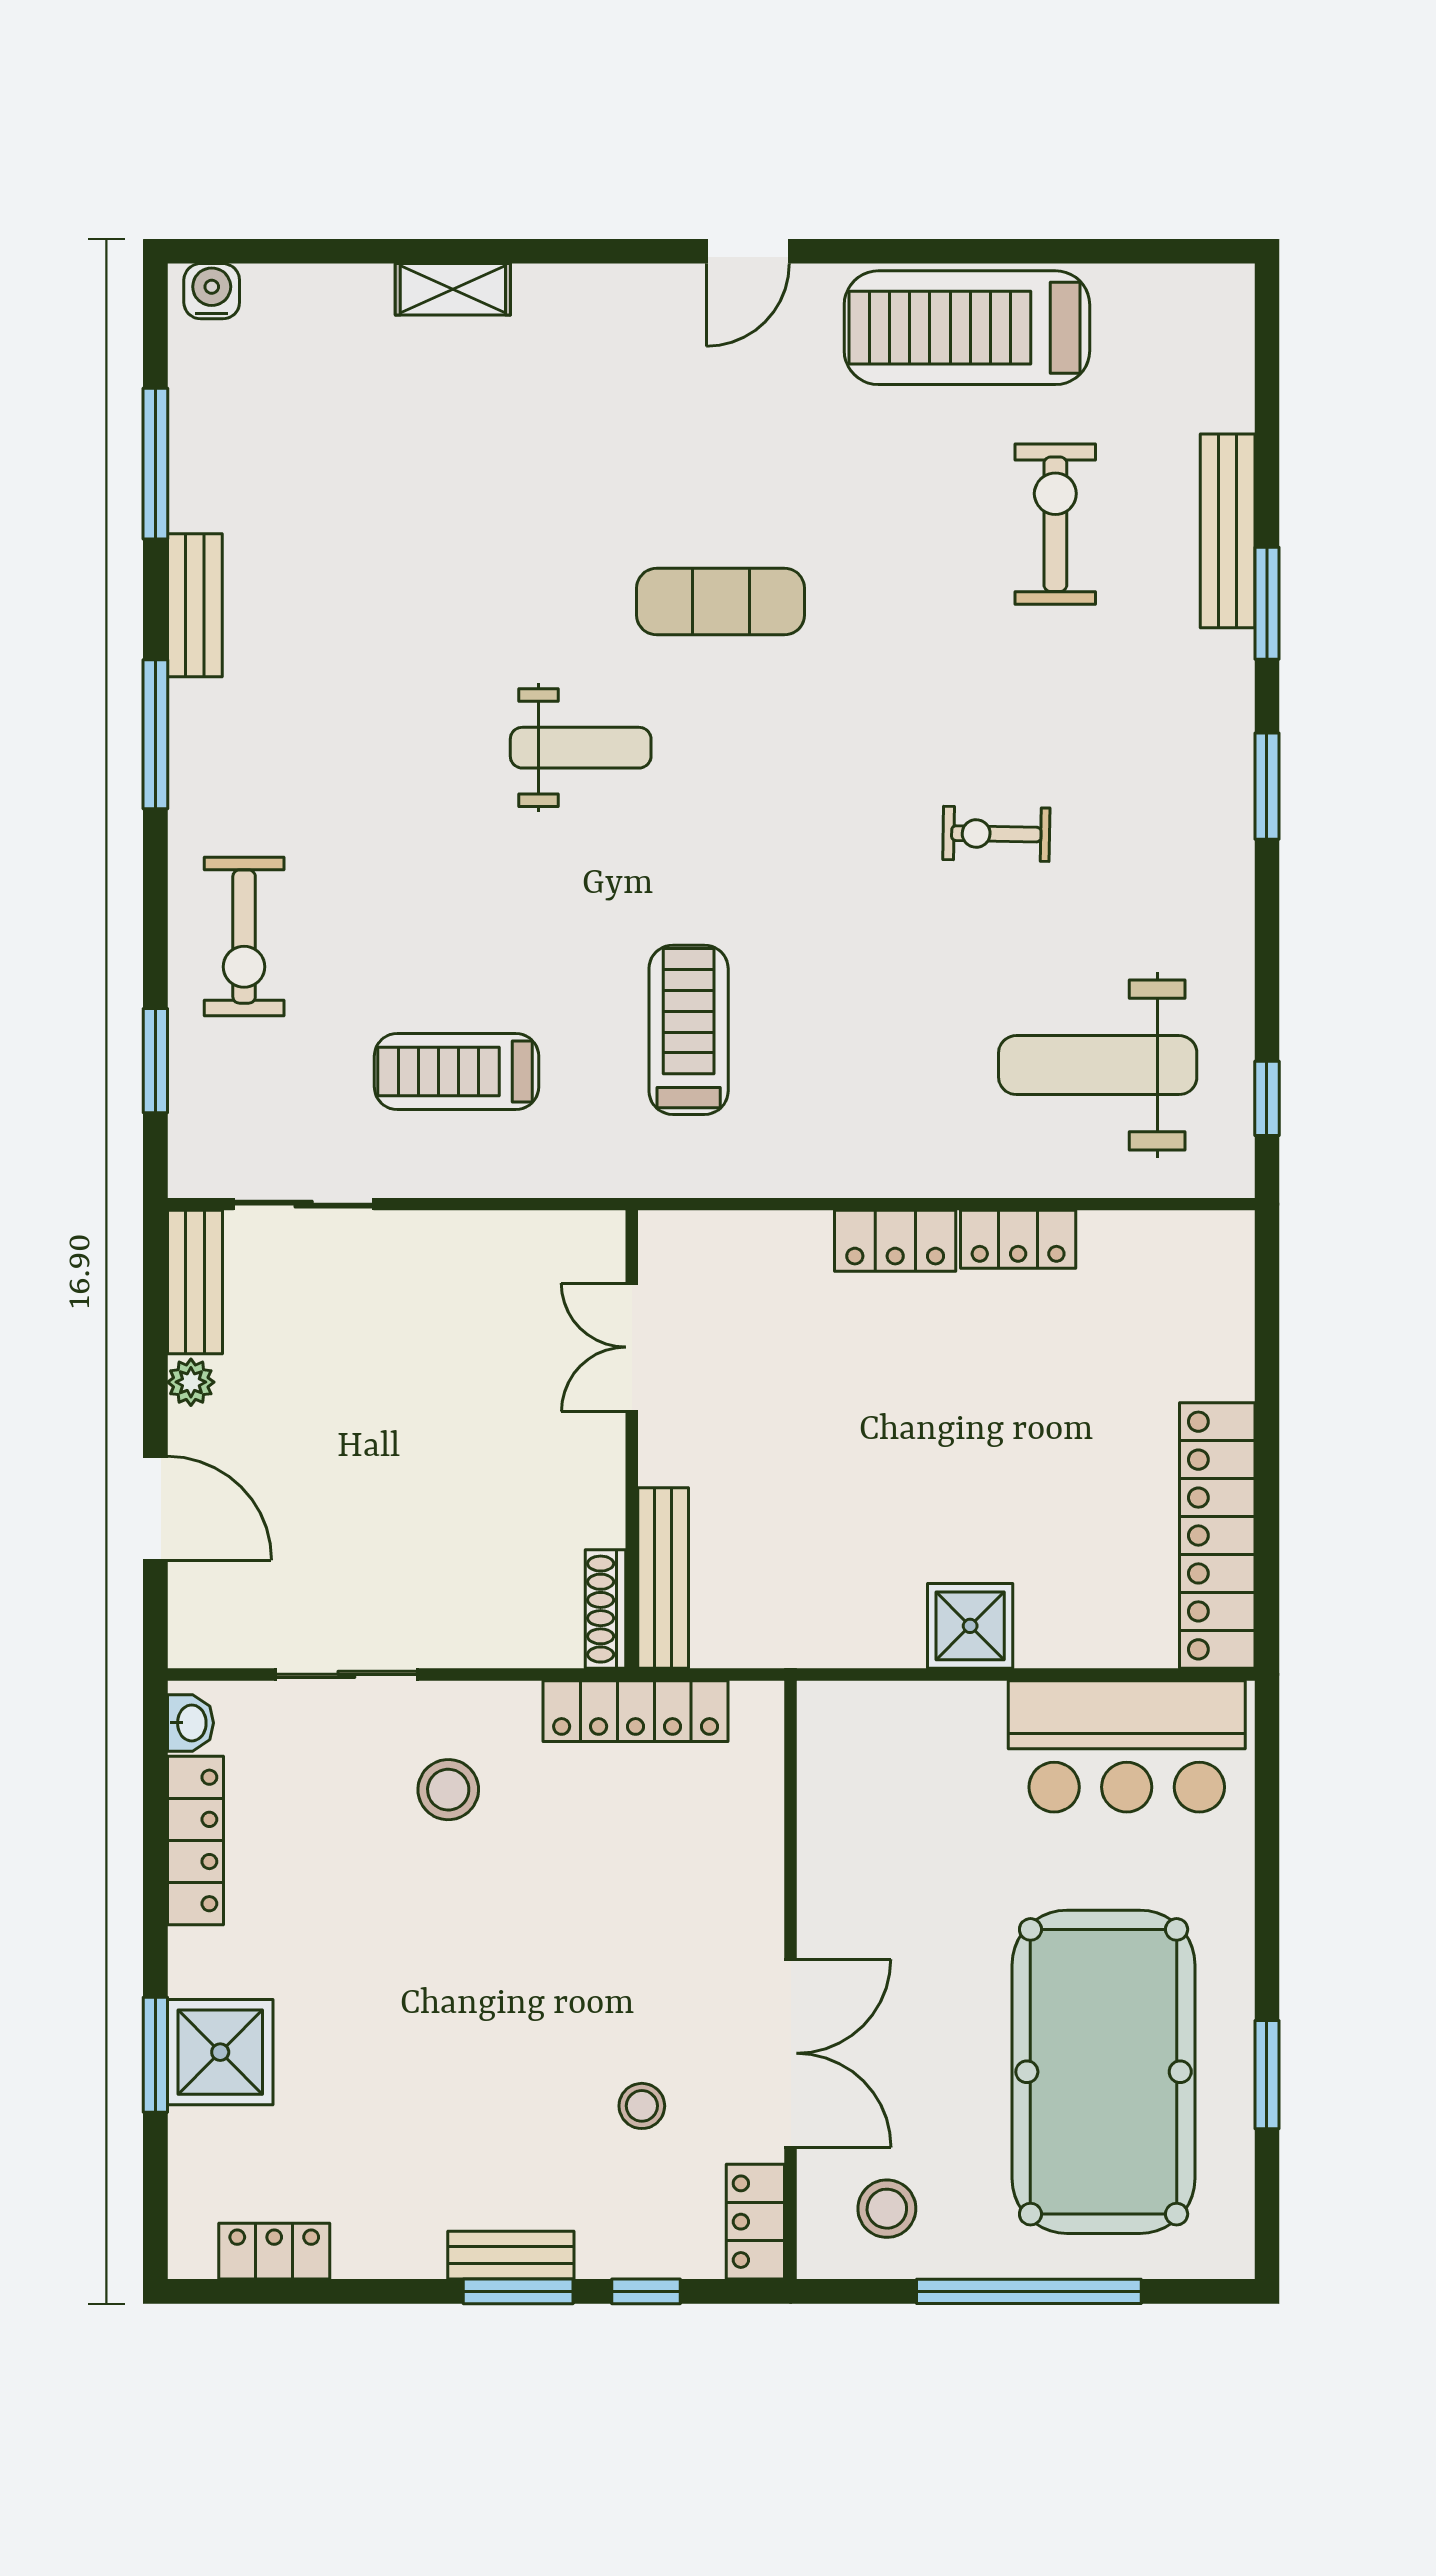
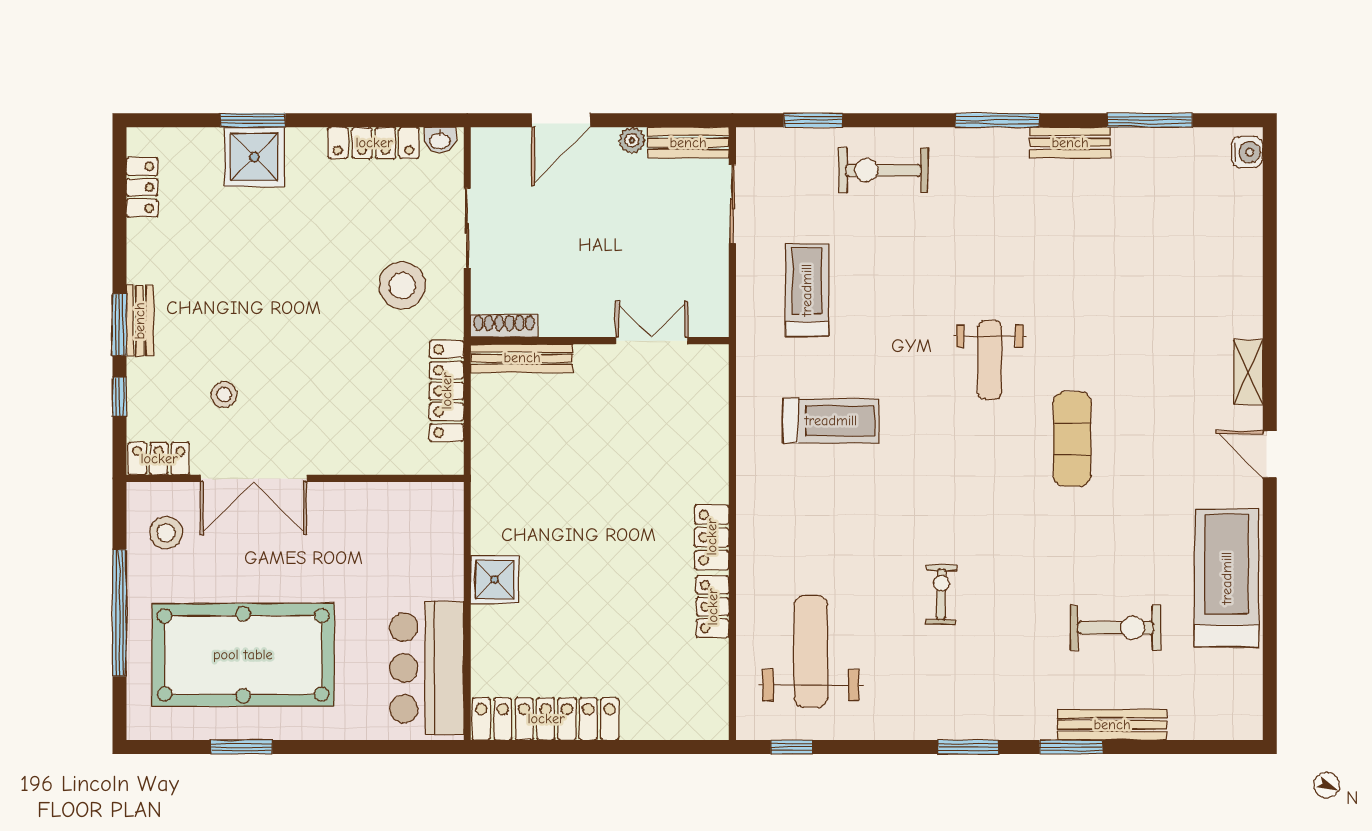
shelving: (453, 289) -> (1248, 372), moved
double door: (632, 1347) -> (652, 341), moved
wall: (632, 1439) -> (600, 341), moved
bench: (663, 1578) -> (522, 358), moved
shoe rack: (605, 1609) -> (504, 326), moved
stool: (448, 1790) -> (402, 285), width x1.38, depth x1.38

